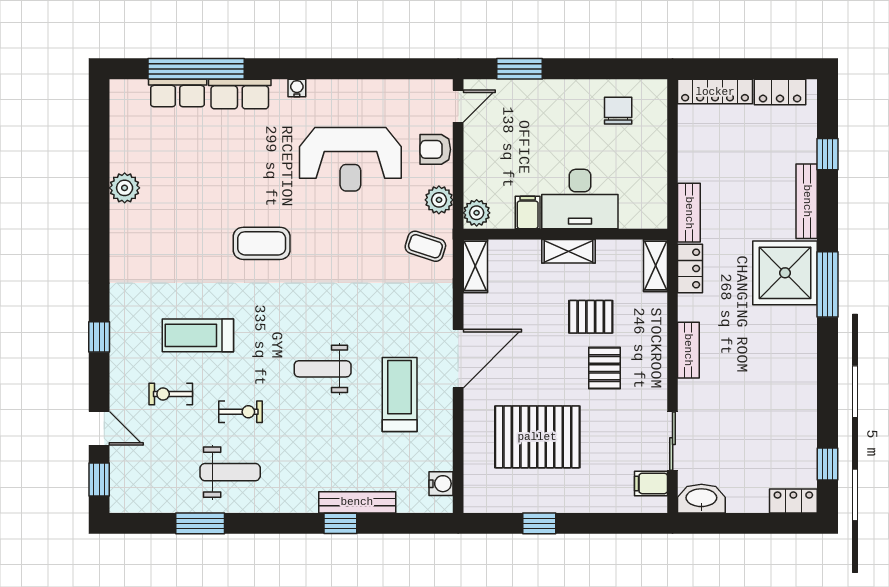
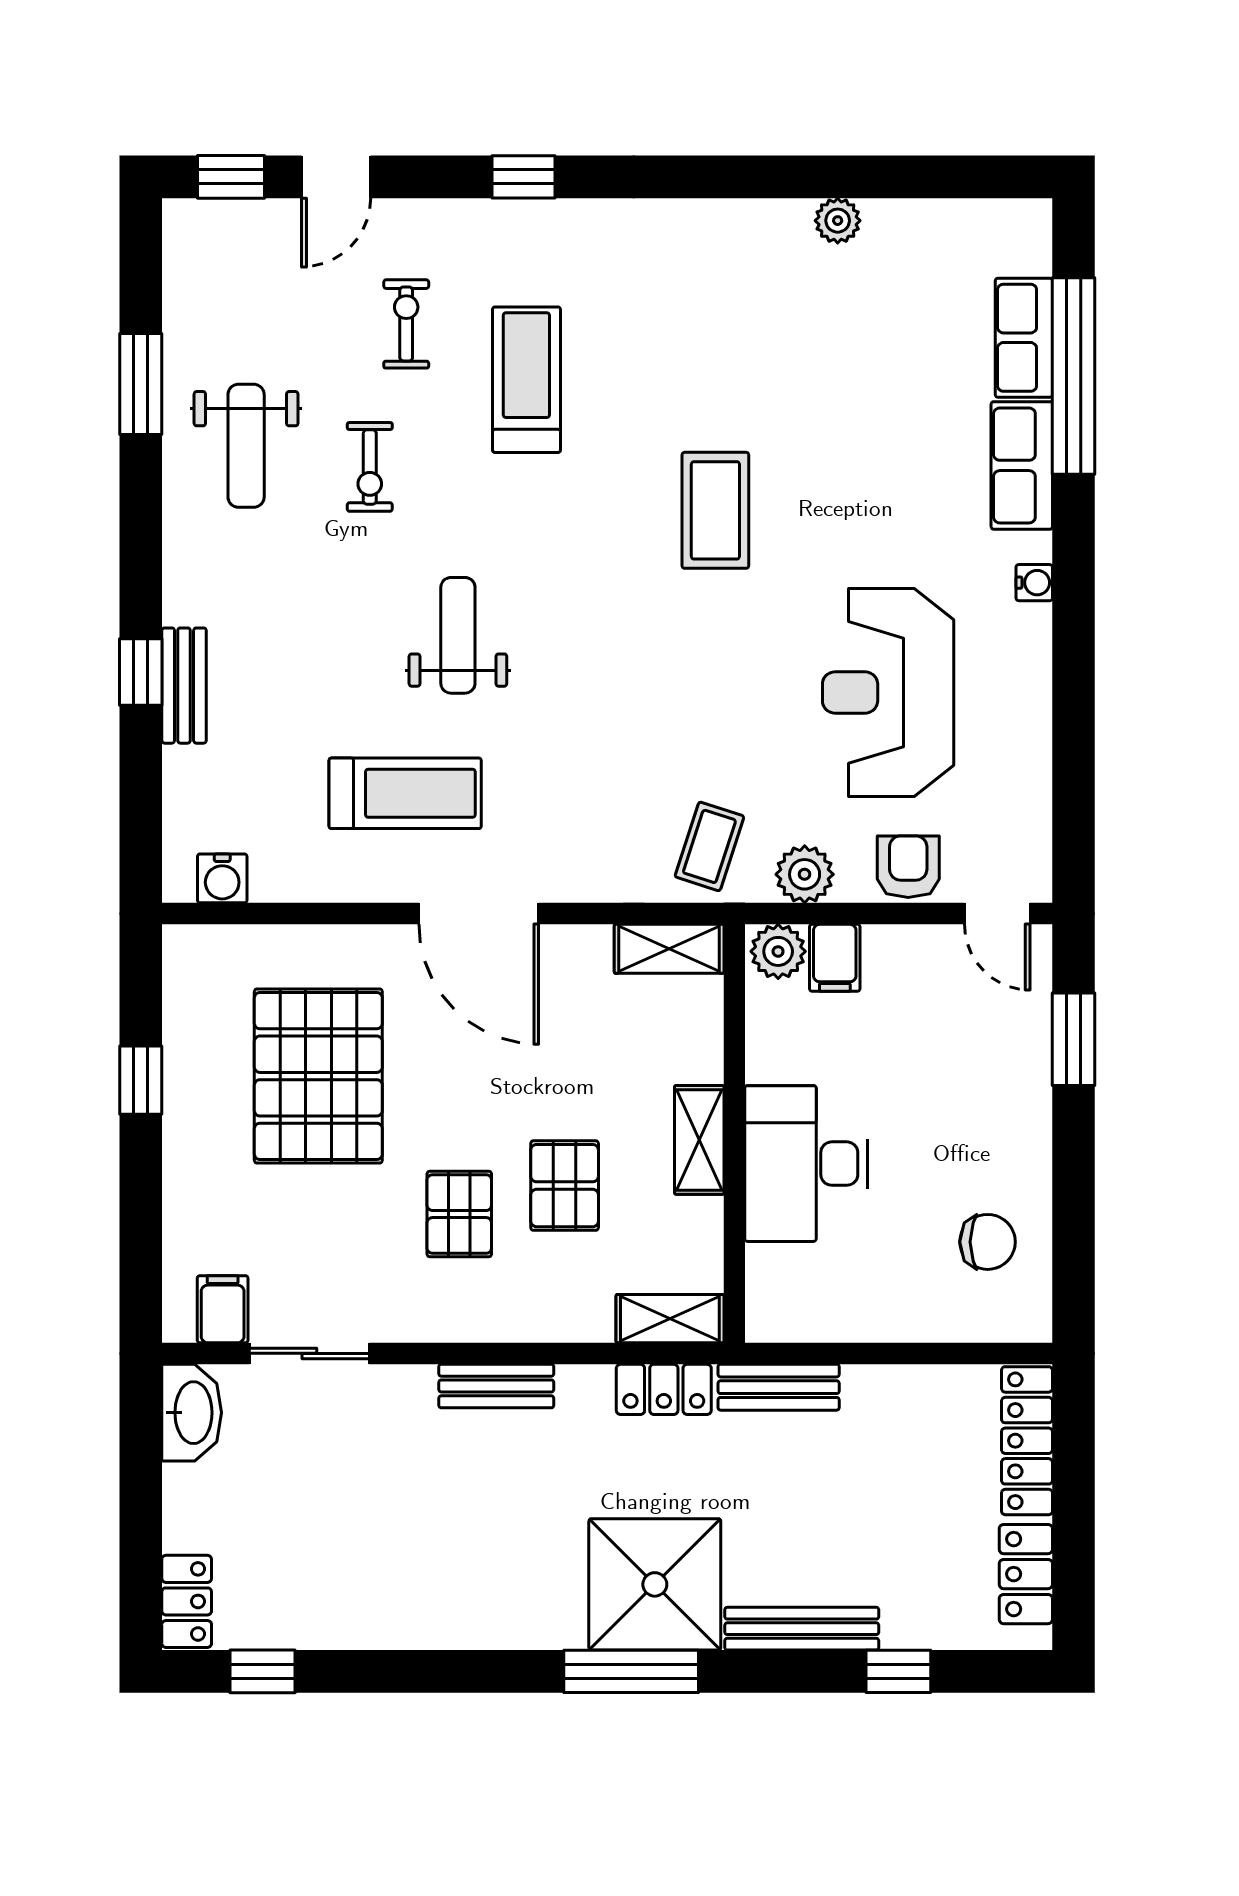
plant: (125, 188) -> (838, 221), width x0.73, depth x0.73
filing cabinet: (528, 213) -> (835, 958), moved, turned 90
pallet: (605, 368) -> (459, 1214), turned 90
bench: (357, 502) -> (184, 686), width x0.73

